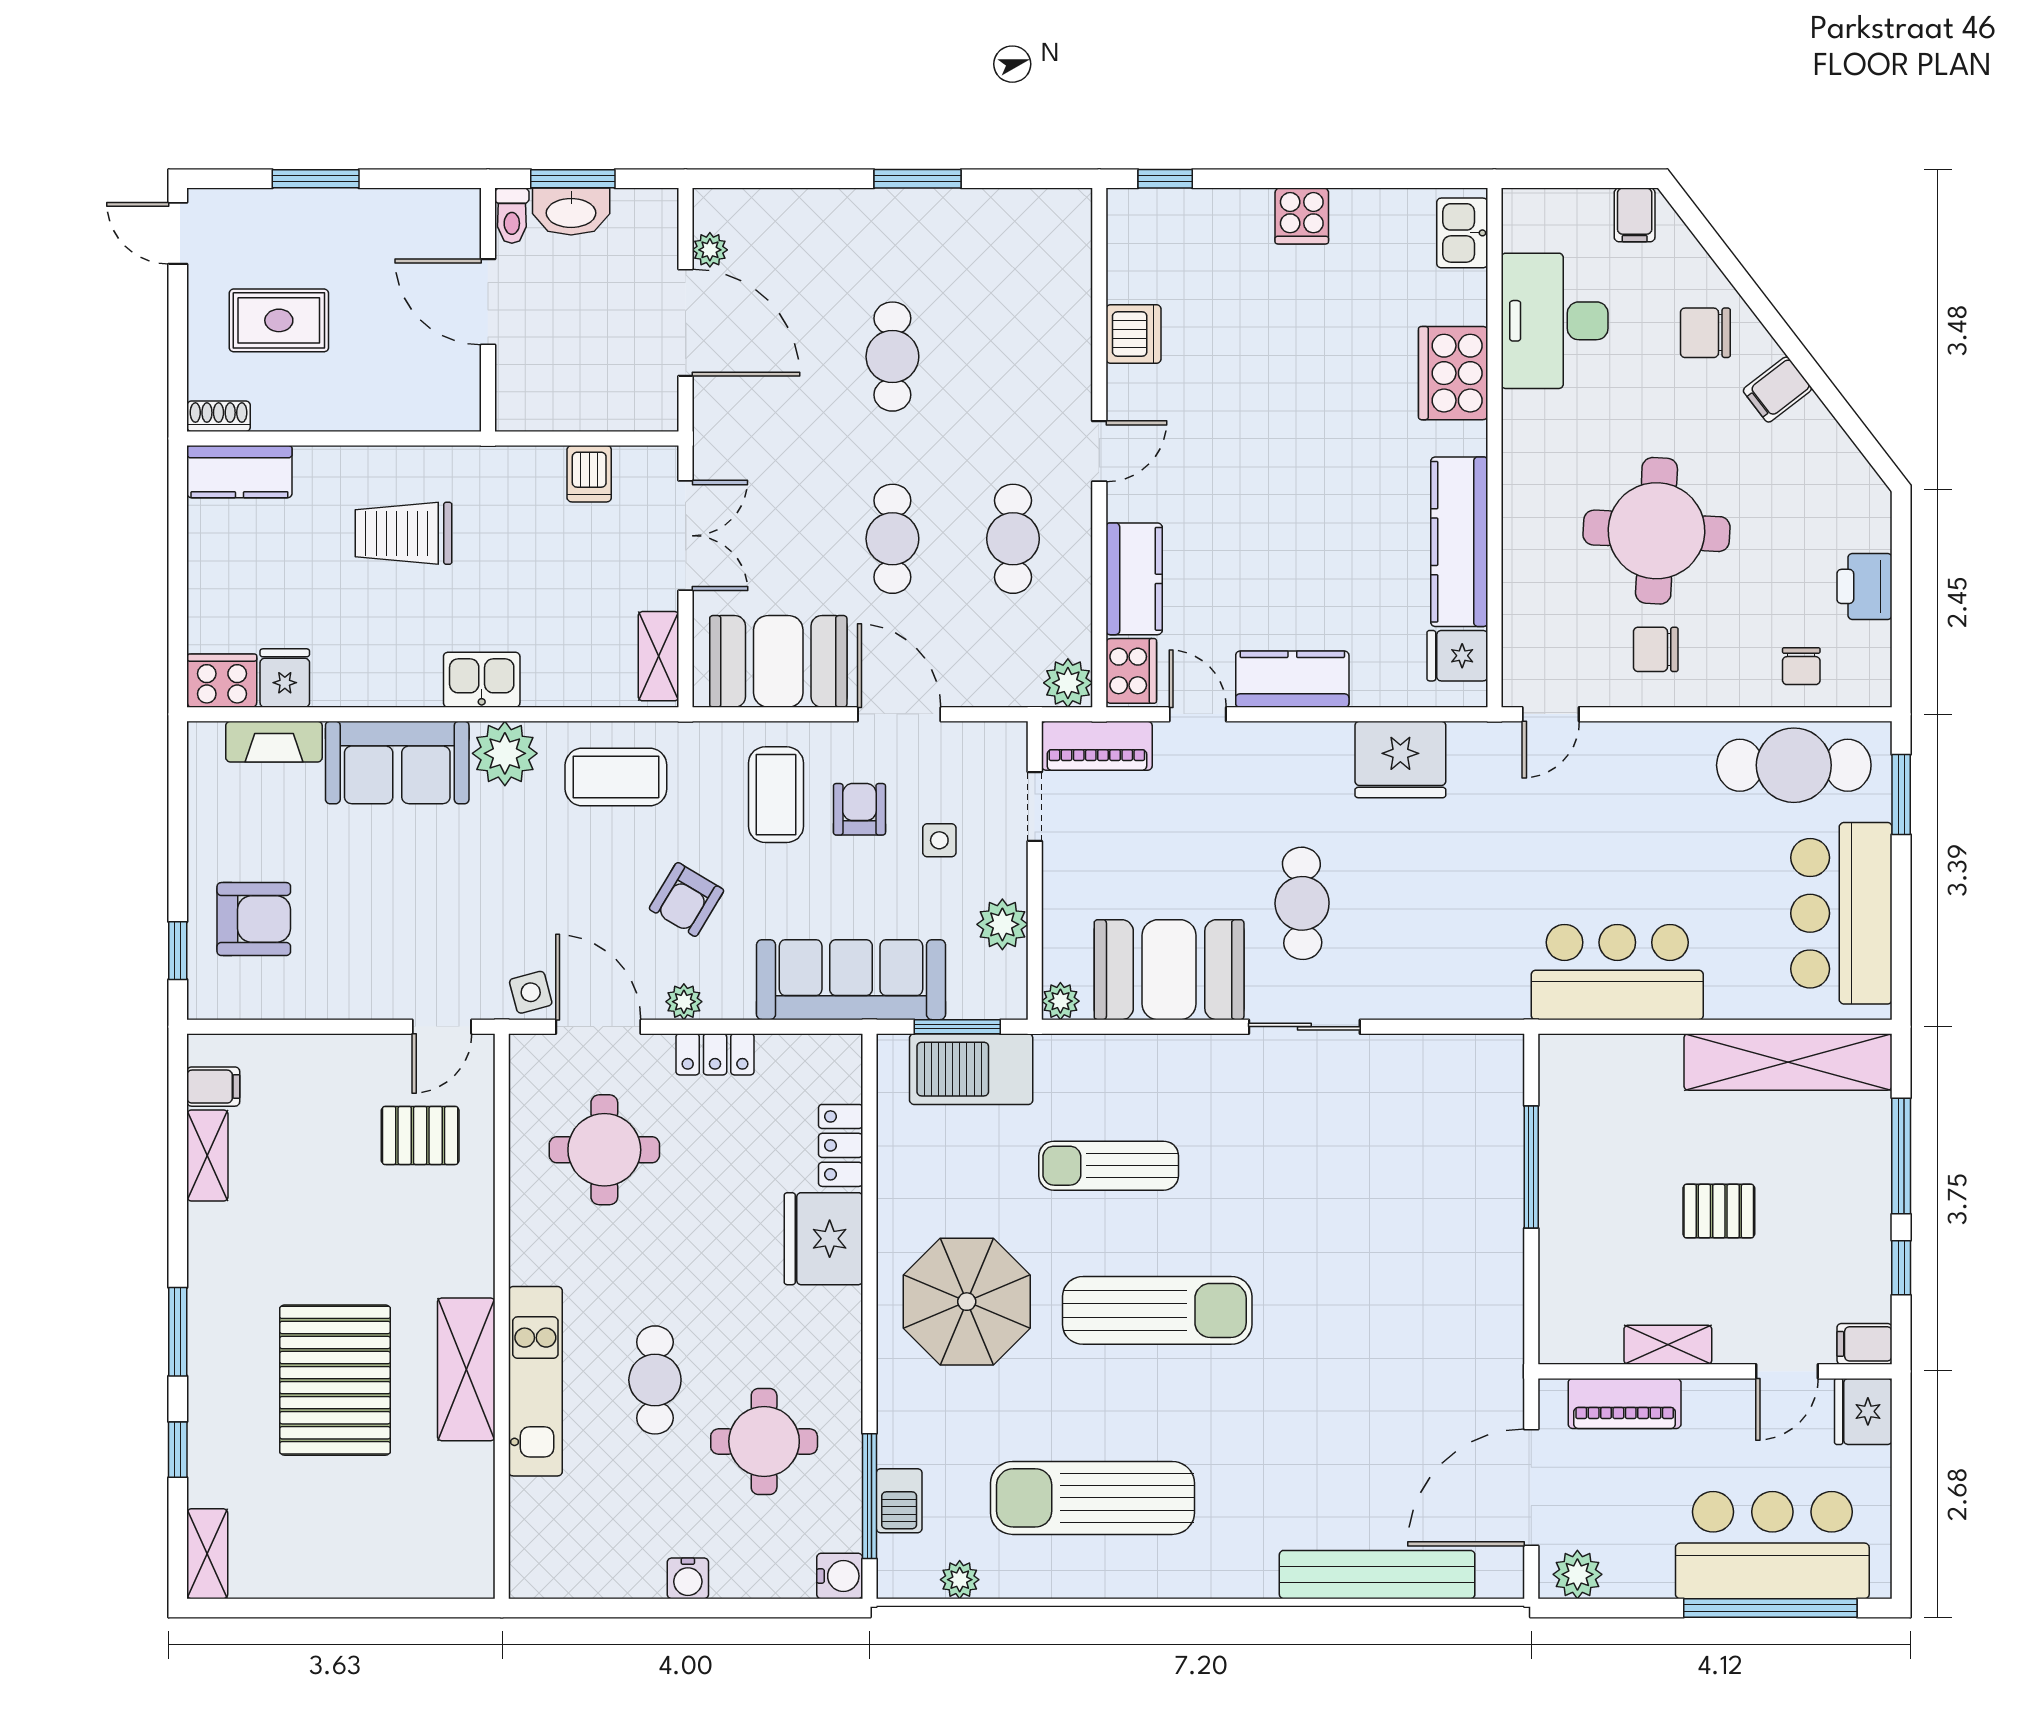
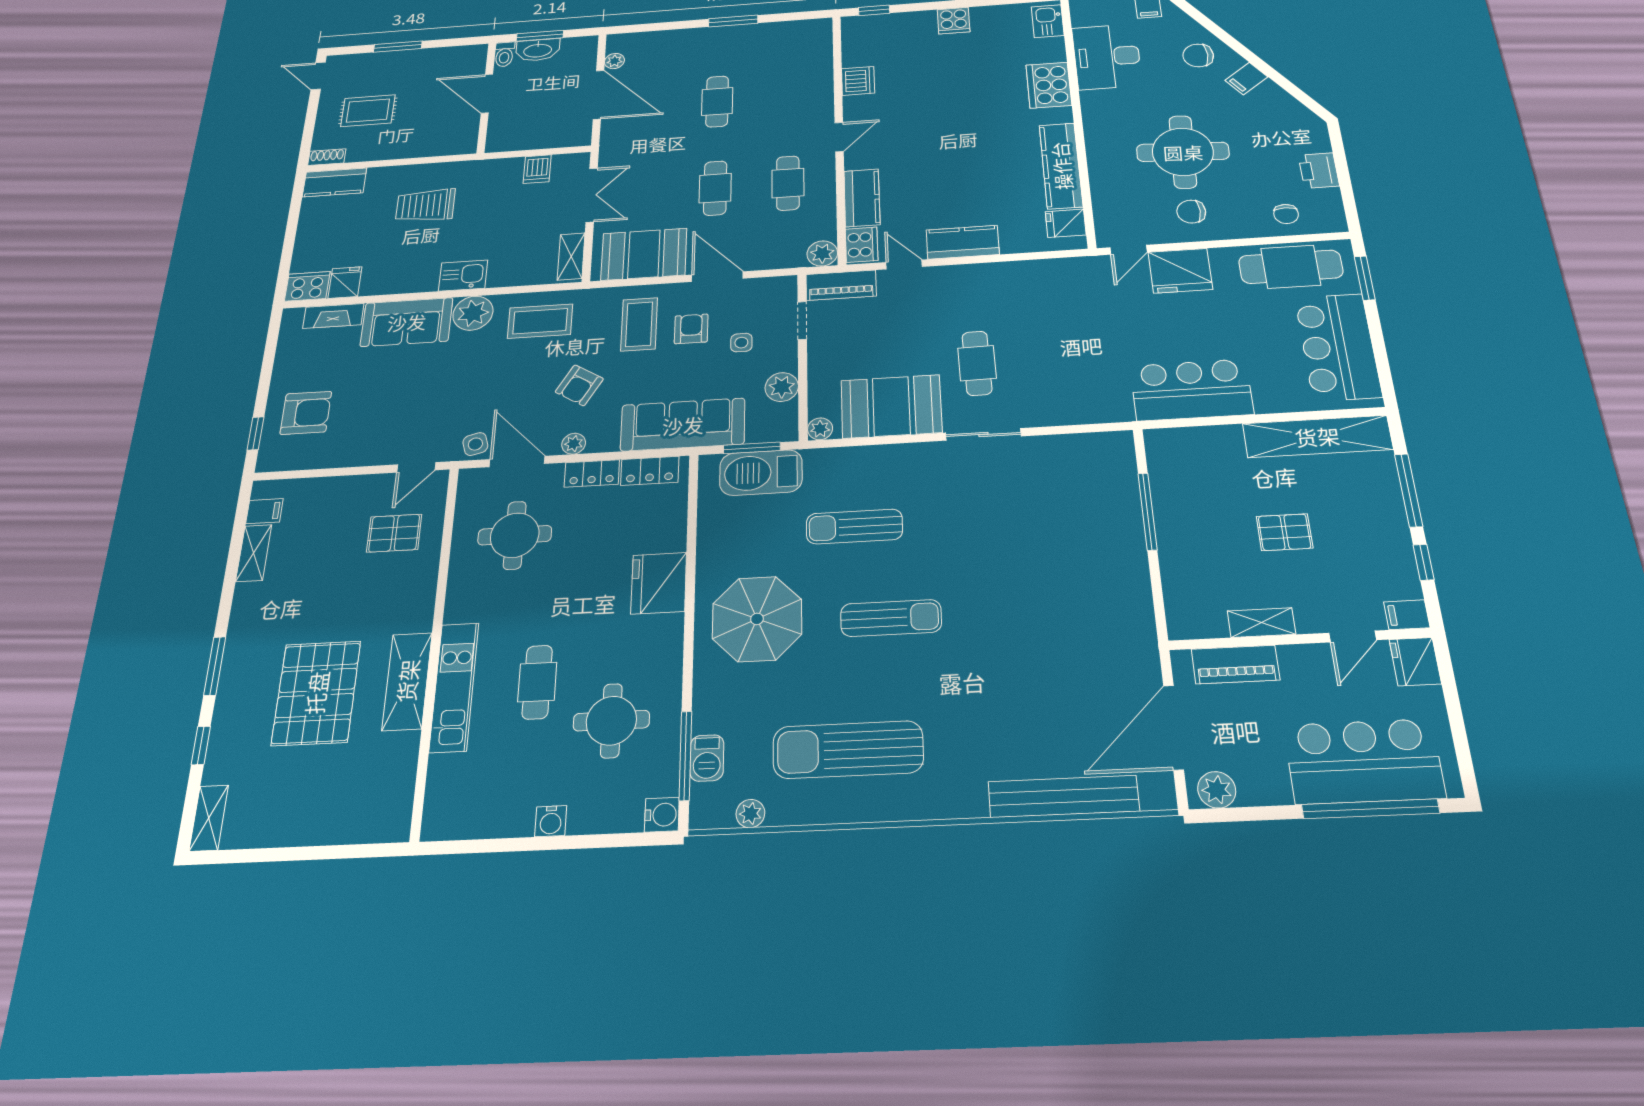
fridge: (1400, 759) -> (1180, 271), moved
locker: (841, 1145) -> (650, 471), moved, turned -90
sun lounger: (1157, 1310) -> (891, 618), width x0.73, depth x0.75

